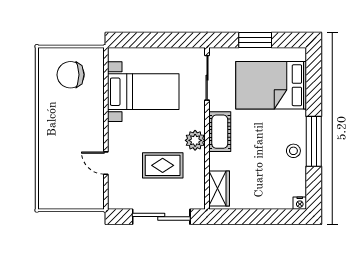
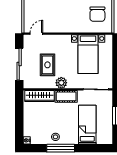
chair: (71, 75) -> (97, 14), turned 180
bed: (271, 85) -> (87, 125), width x0.67
door: (106, 163) -> (36, 34), moved
wardrobe: (219, 189) -> (40, 96), width x1.50

